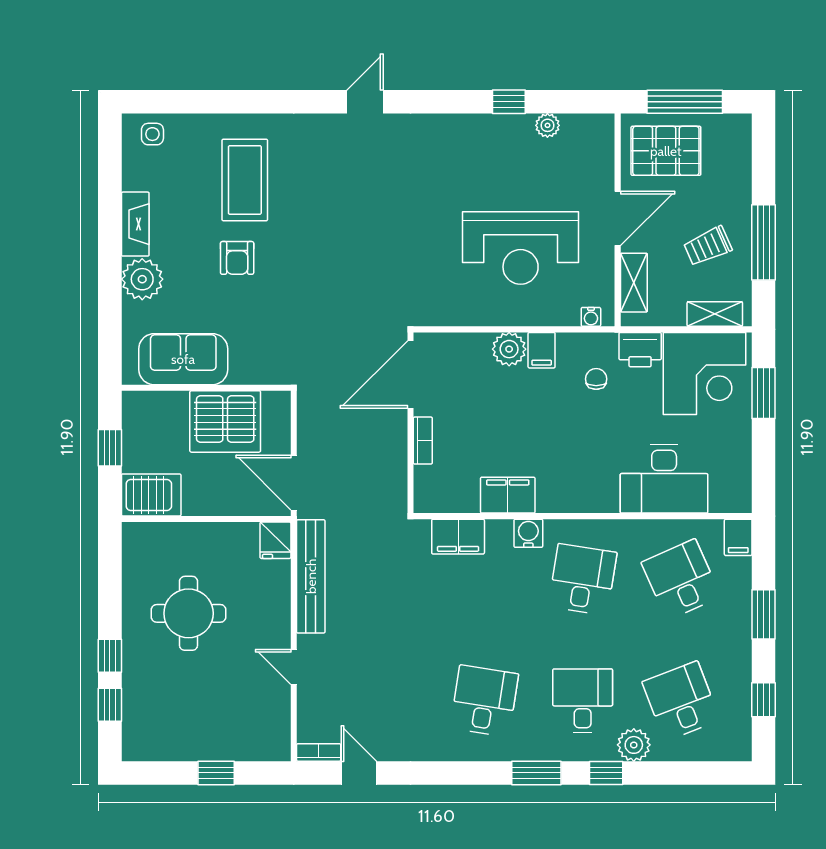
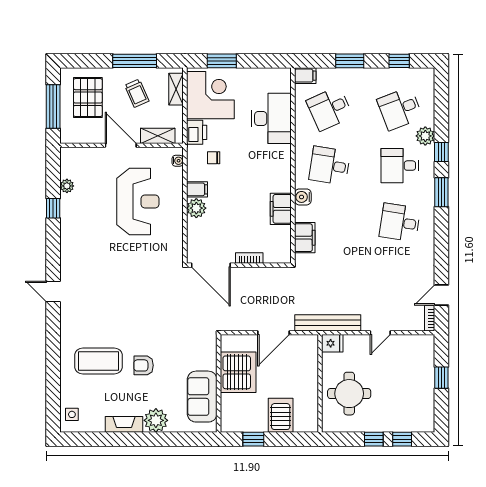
pallet: (666, 151) -> (88, 98), moved
armchair: (237, 258) -> (144, 365), turned 180
wall: (206, 519) -> (320, 383), moved
fridge: (275, 540) -> (332, 343), moved

